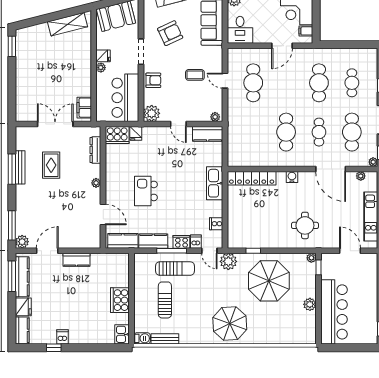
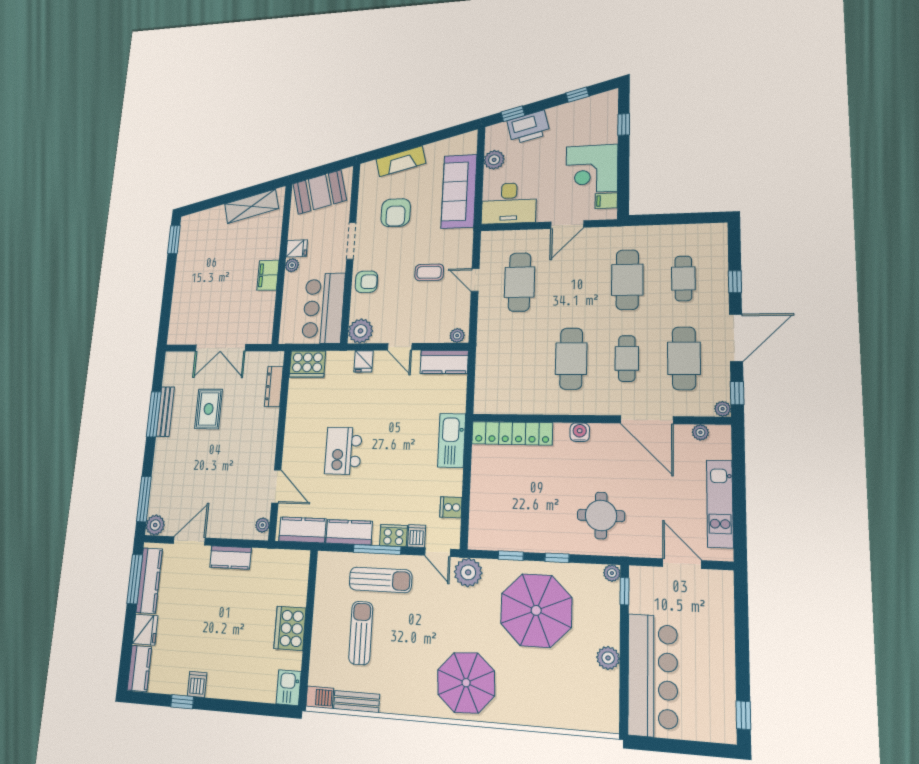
desk: (240, 30) -> (509, 203), width x1.37
armchair: (170, 33) -> (396, 213), turned 115
filing cabinet: (84, 108) -> (268, 275), moved
double door: (55, 124) -> (220, 348), swing flipped
fridge: (136, 133) -> (363, 361), moved
plant: (96, 183) -> (262, 525), moved
window: (280, 251) -> (557, 558), added

